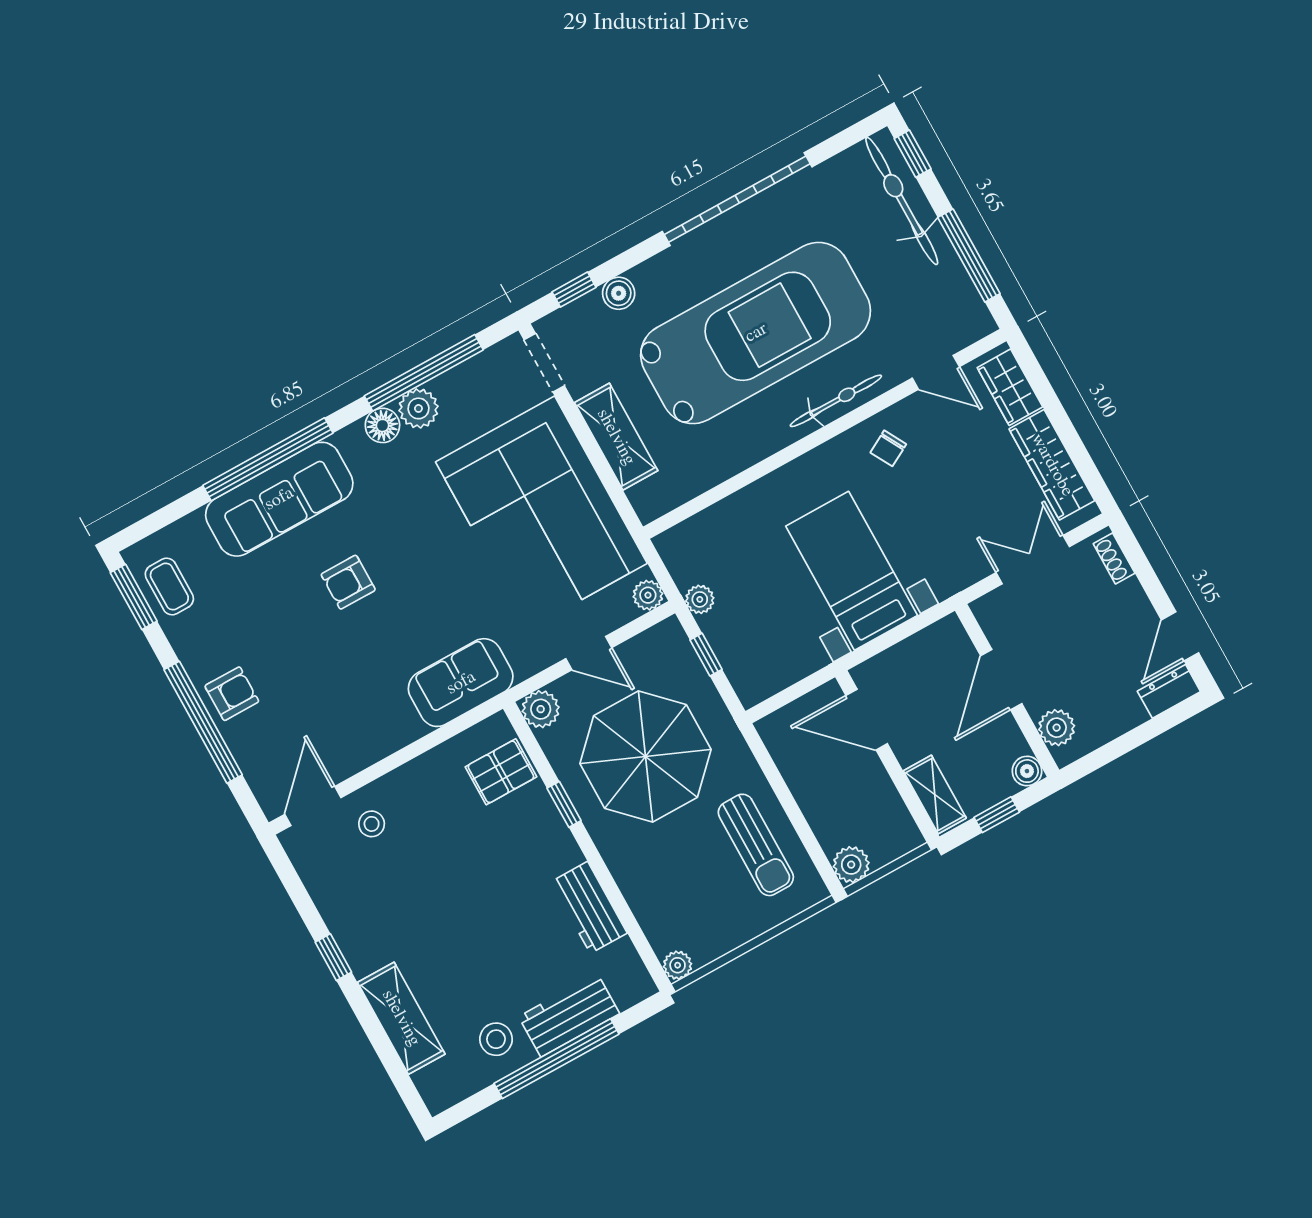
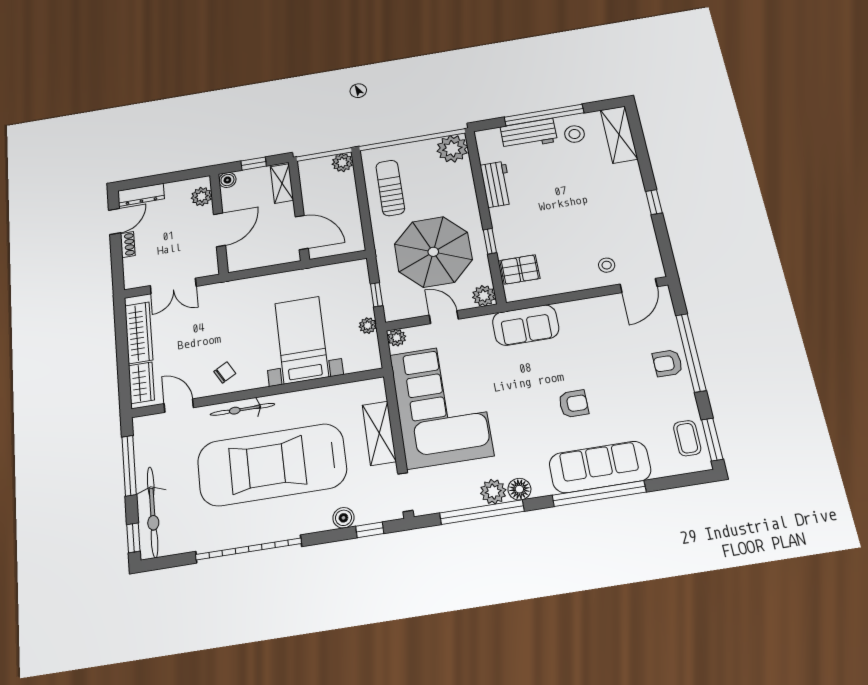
shoe rack: (1114, 558) -> (128, 245), moved
bed with nightstands: (852, 571) -> (302, 340), moved, turned 180
dresser: (1169, 691) -> (141, 195), width x1.44
plant: (678, 965) -> (452, 149), width x1.88, depth x1.88
shelving: (401, 1018) -> (619, 134), moved

